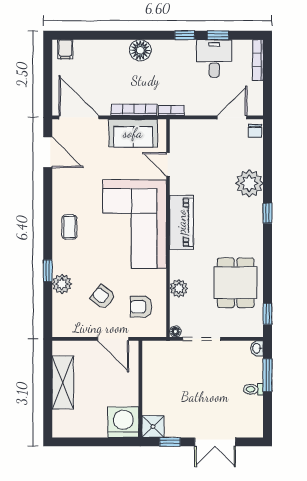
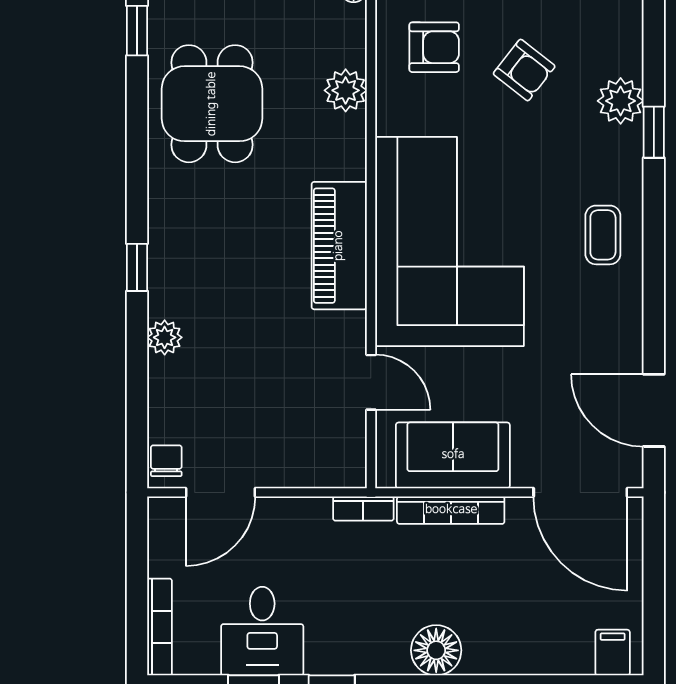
plant: (249, 183) -> (165, 337), width x0.53, depth x0.53

